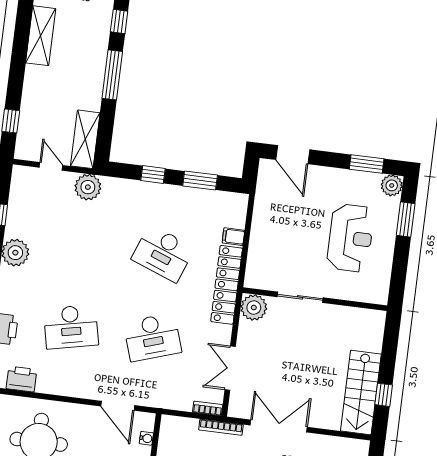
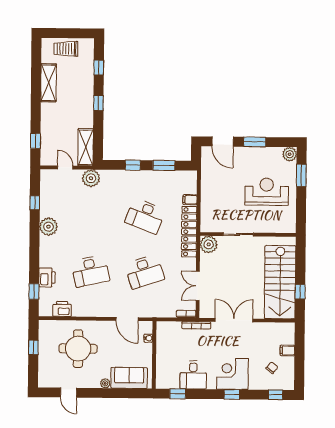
window: (112, 75) -> (98, 103), width x0.46
window: (367, 164) -> (255, 142), moved
reception desk: (350, 238) -> (267, 192), turned -90
stairs: (361, 392) -> (280, 282), width x1.36, depth x1.51

